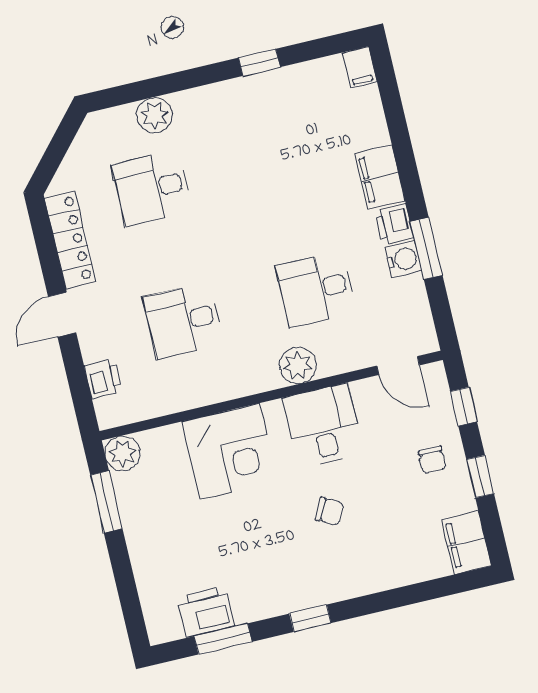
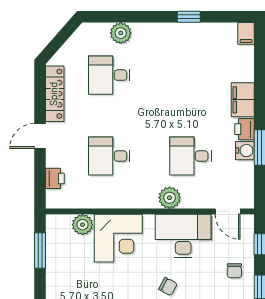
desk: (323, 426) -> (183, 236), width x1.37
plant: (123, 453) -> (83, 225), moved

